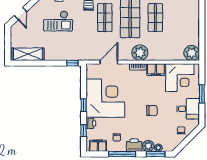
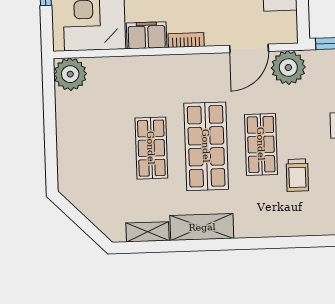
plant: (140, 53) -> (288, 68), moved

